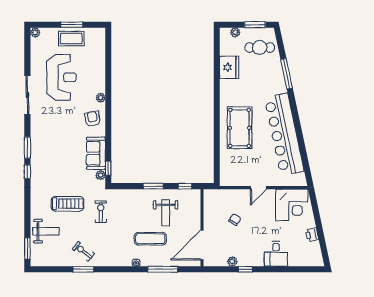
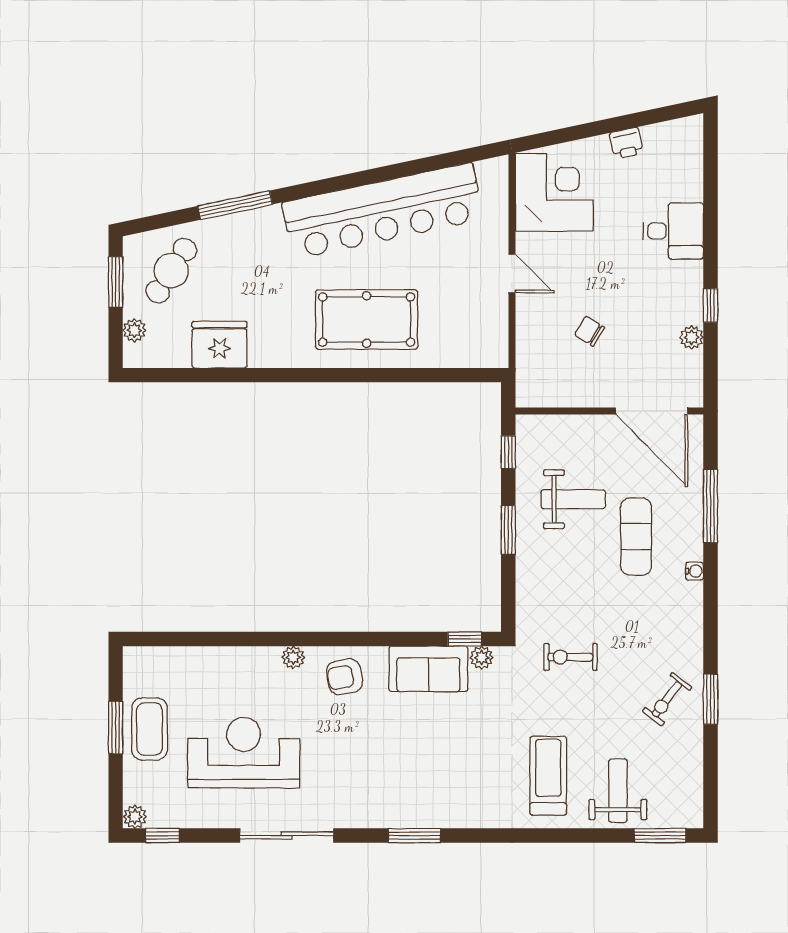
cafe table: (260, 48) -> (171, 271), turned 33
window: (27, 172) -> (163, 836), moved
treadmill: (67, 204) -> (548, 776), moved

